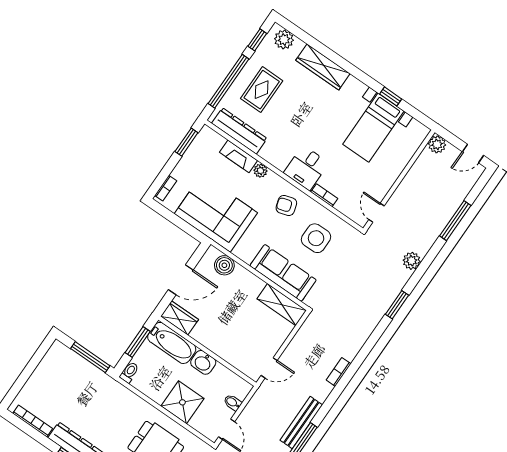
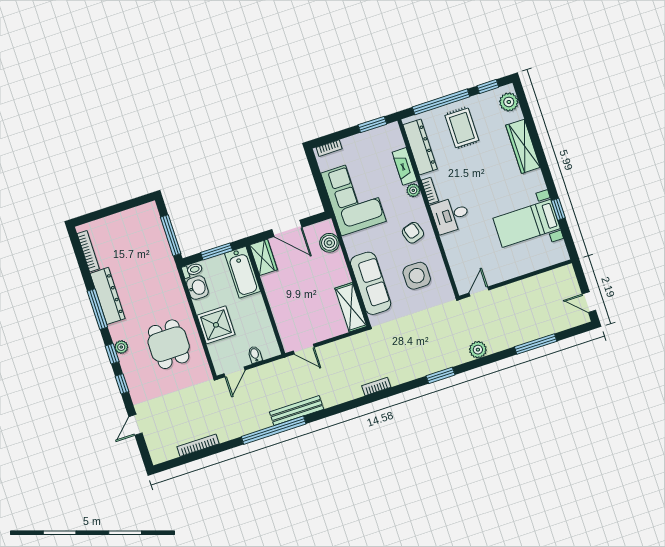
rug: (262, 90) -> (462, 128), turned 90
plant: (437, 144) -> (566, 274), removed
bookcase: (324, 195) -> (430, 191), moved
washbasin: (203, 362) -> (197, 288), moved, turned 180
bookcase: (339, 372) -> (376, 386), moved

